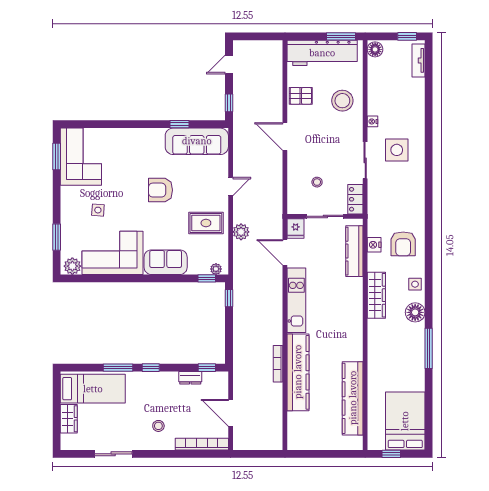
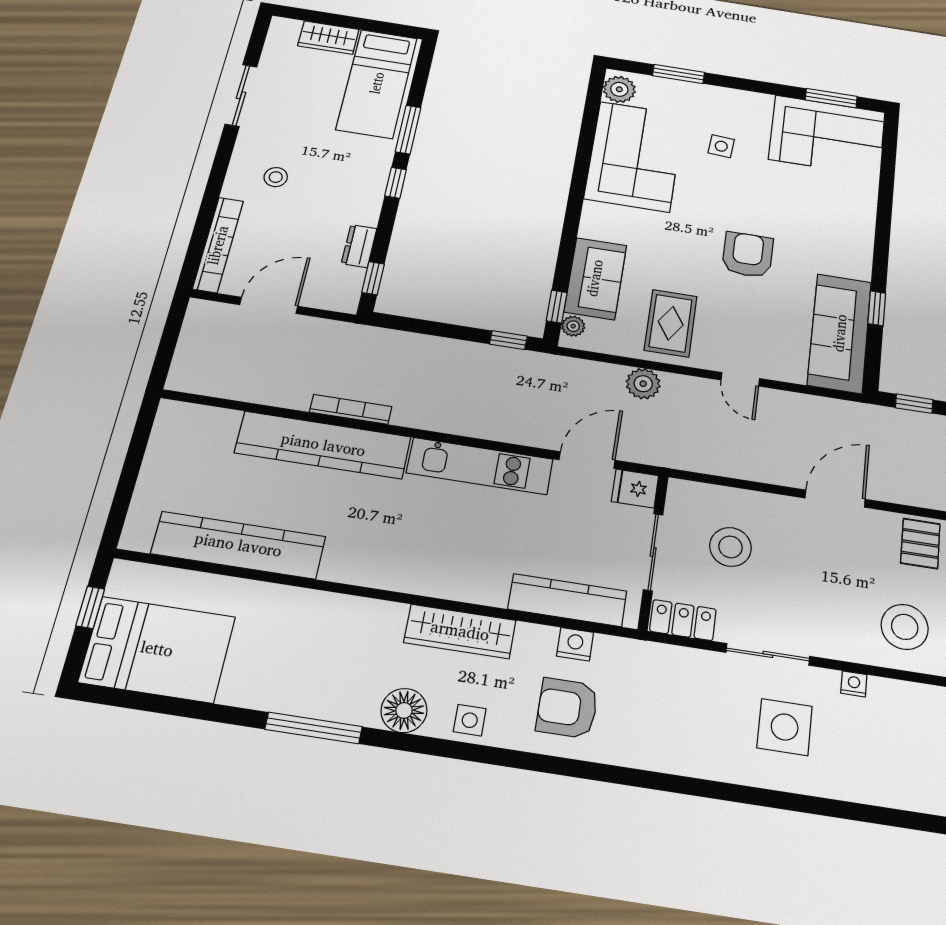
stool: (317, 182) -> (730, 547), width x1.89, depth x1.89
sofa: (166, 262) -> (595, 278), moved

